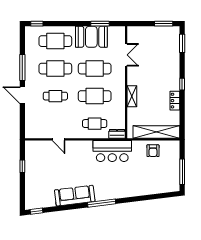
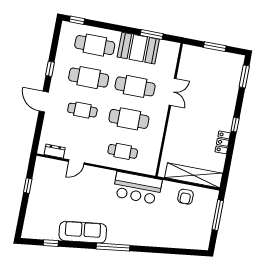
window: (164, 24) -> (215, 47), moved
double door: (126, 55) -> (173, 92), moved
window: (22, 67) -> (50, 69), width x0.46
shelving: (132, 96) -> (173, 128), removed
dresser: (117, 134) -> (55, 151), moved
door: (58, 139) -> (76, 162), hinge flipped
window: (182, 172) -> (218, 215), moved
window: (37, 211) -> (51, 243), moved

